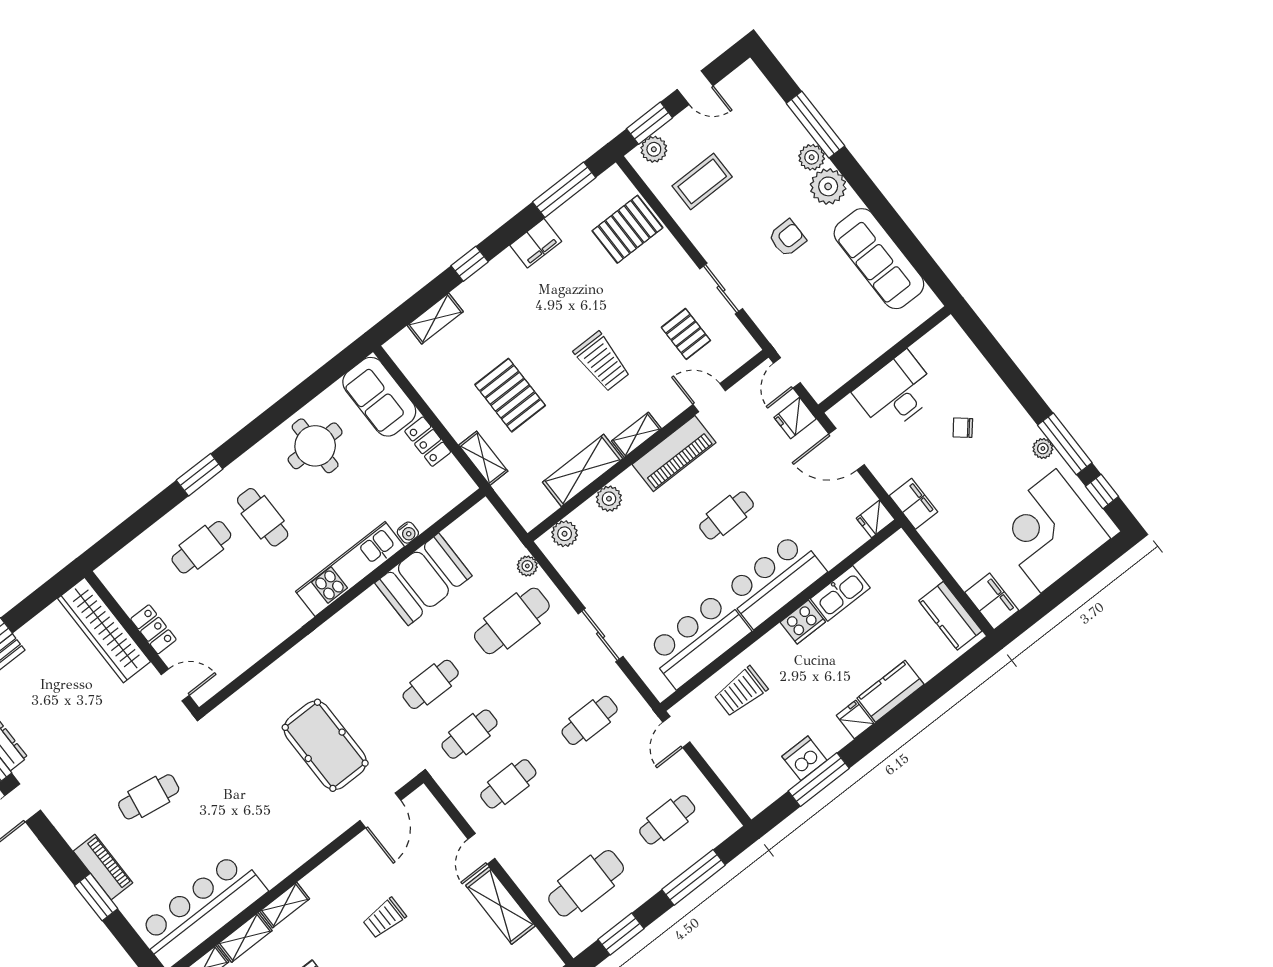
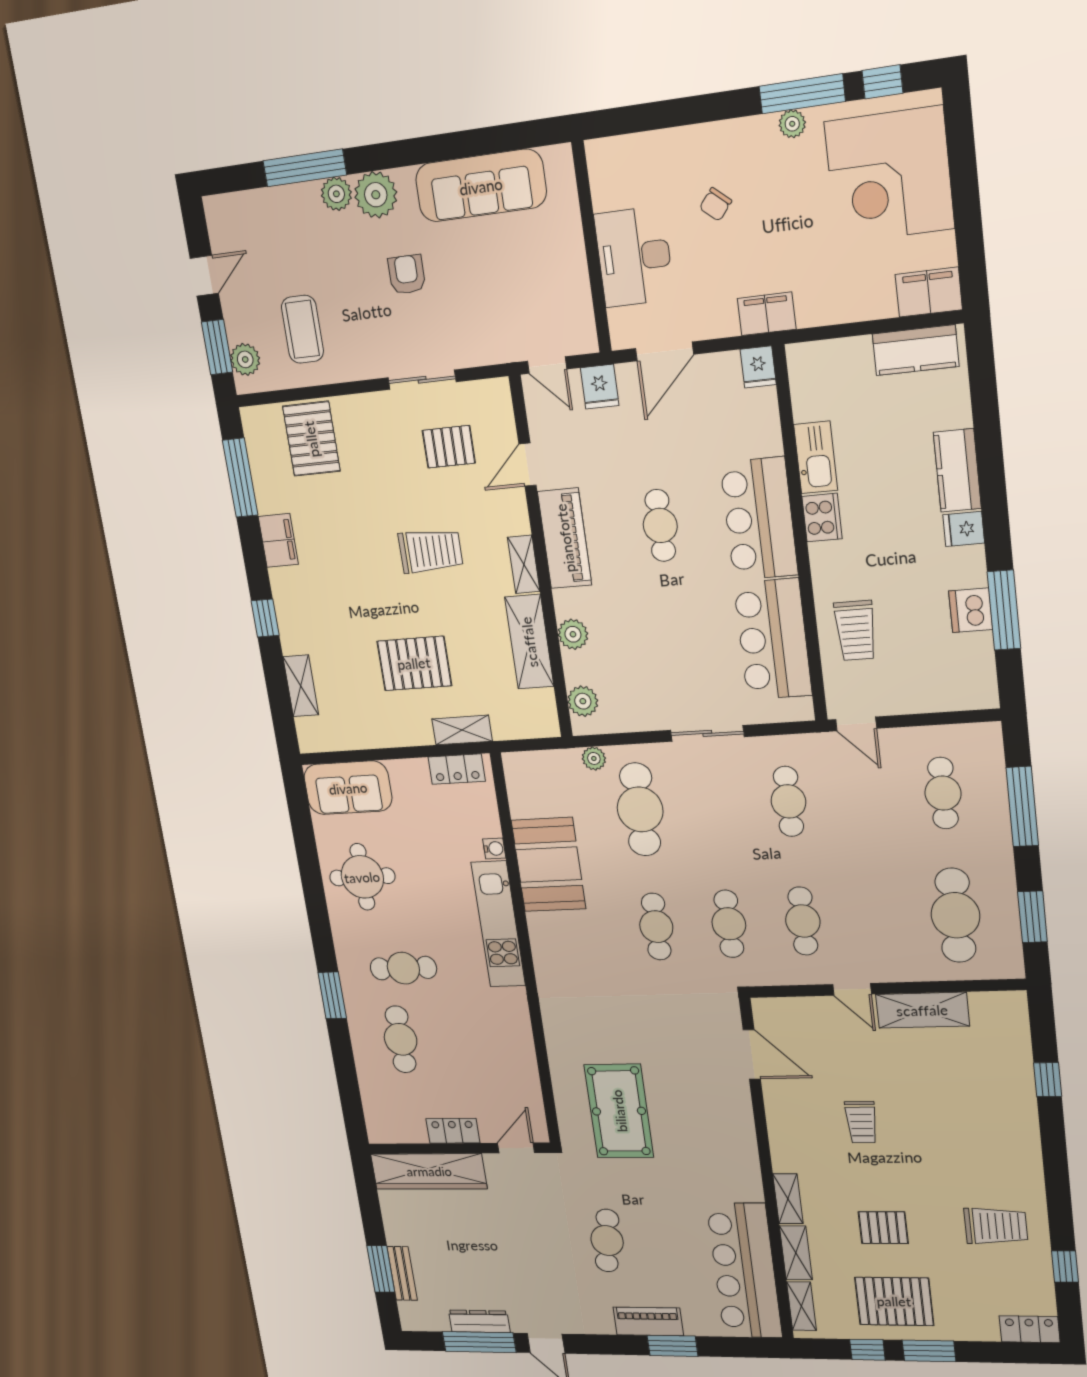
locker: (428, 442) -> (457, 769), moved
pool table: (325, 745) -> (619, 1111), moved, turned 90

